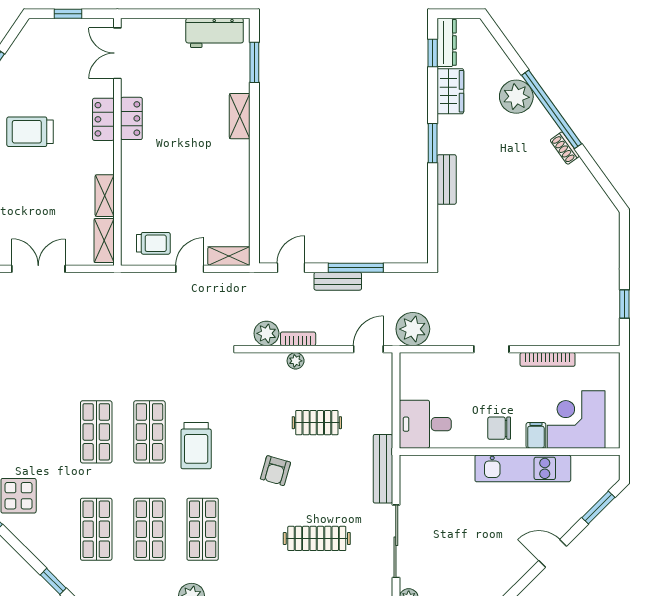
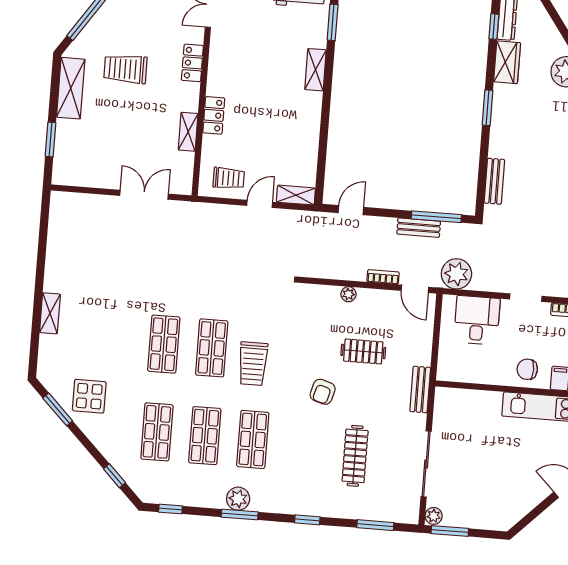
locker: (131, 118) -> (214, 115), moved
bench: (447, 179) -> (494, 181), moved
shelving: (104, 241) -> (184, 172), removed
window: (356, 268) -> (436, 217), moved
double door: (38, 269) -> (144, 195), moved
bench: (338, 281) -> (419, 228), moved
plant: (266, 333) -> (324, 267), removed
bookcase: (298, 339) -> (383, 277), moved
door: (368, 349) -> (415, 289), swing flipped
desk: (425, 424) -> (477, 320), moved, turned 90
bench: (383, 469) -> (420, 389), width x0.73
clothes rail: (317, 538) -> (355, 456), turned 90

